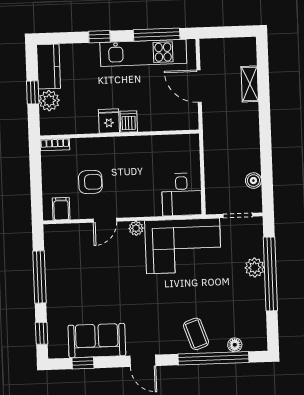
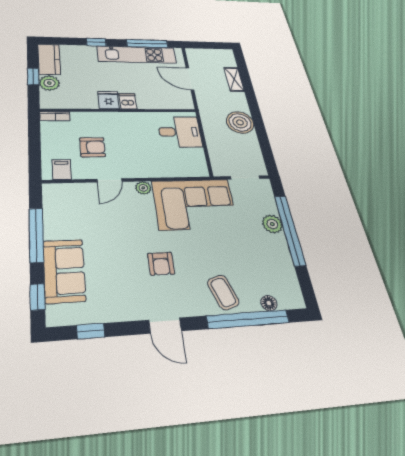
boiler: (253, 181) -> (240, 122), moved, width x1.86, depth x1.86
desk: (182, 194) -> (180, 132), moved, turned -90
armchair: (145, 306) -> (161, 264), added
sofa: (97, 341) -> (64, 271), moved, turned 90

